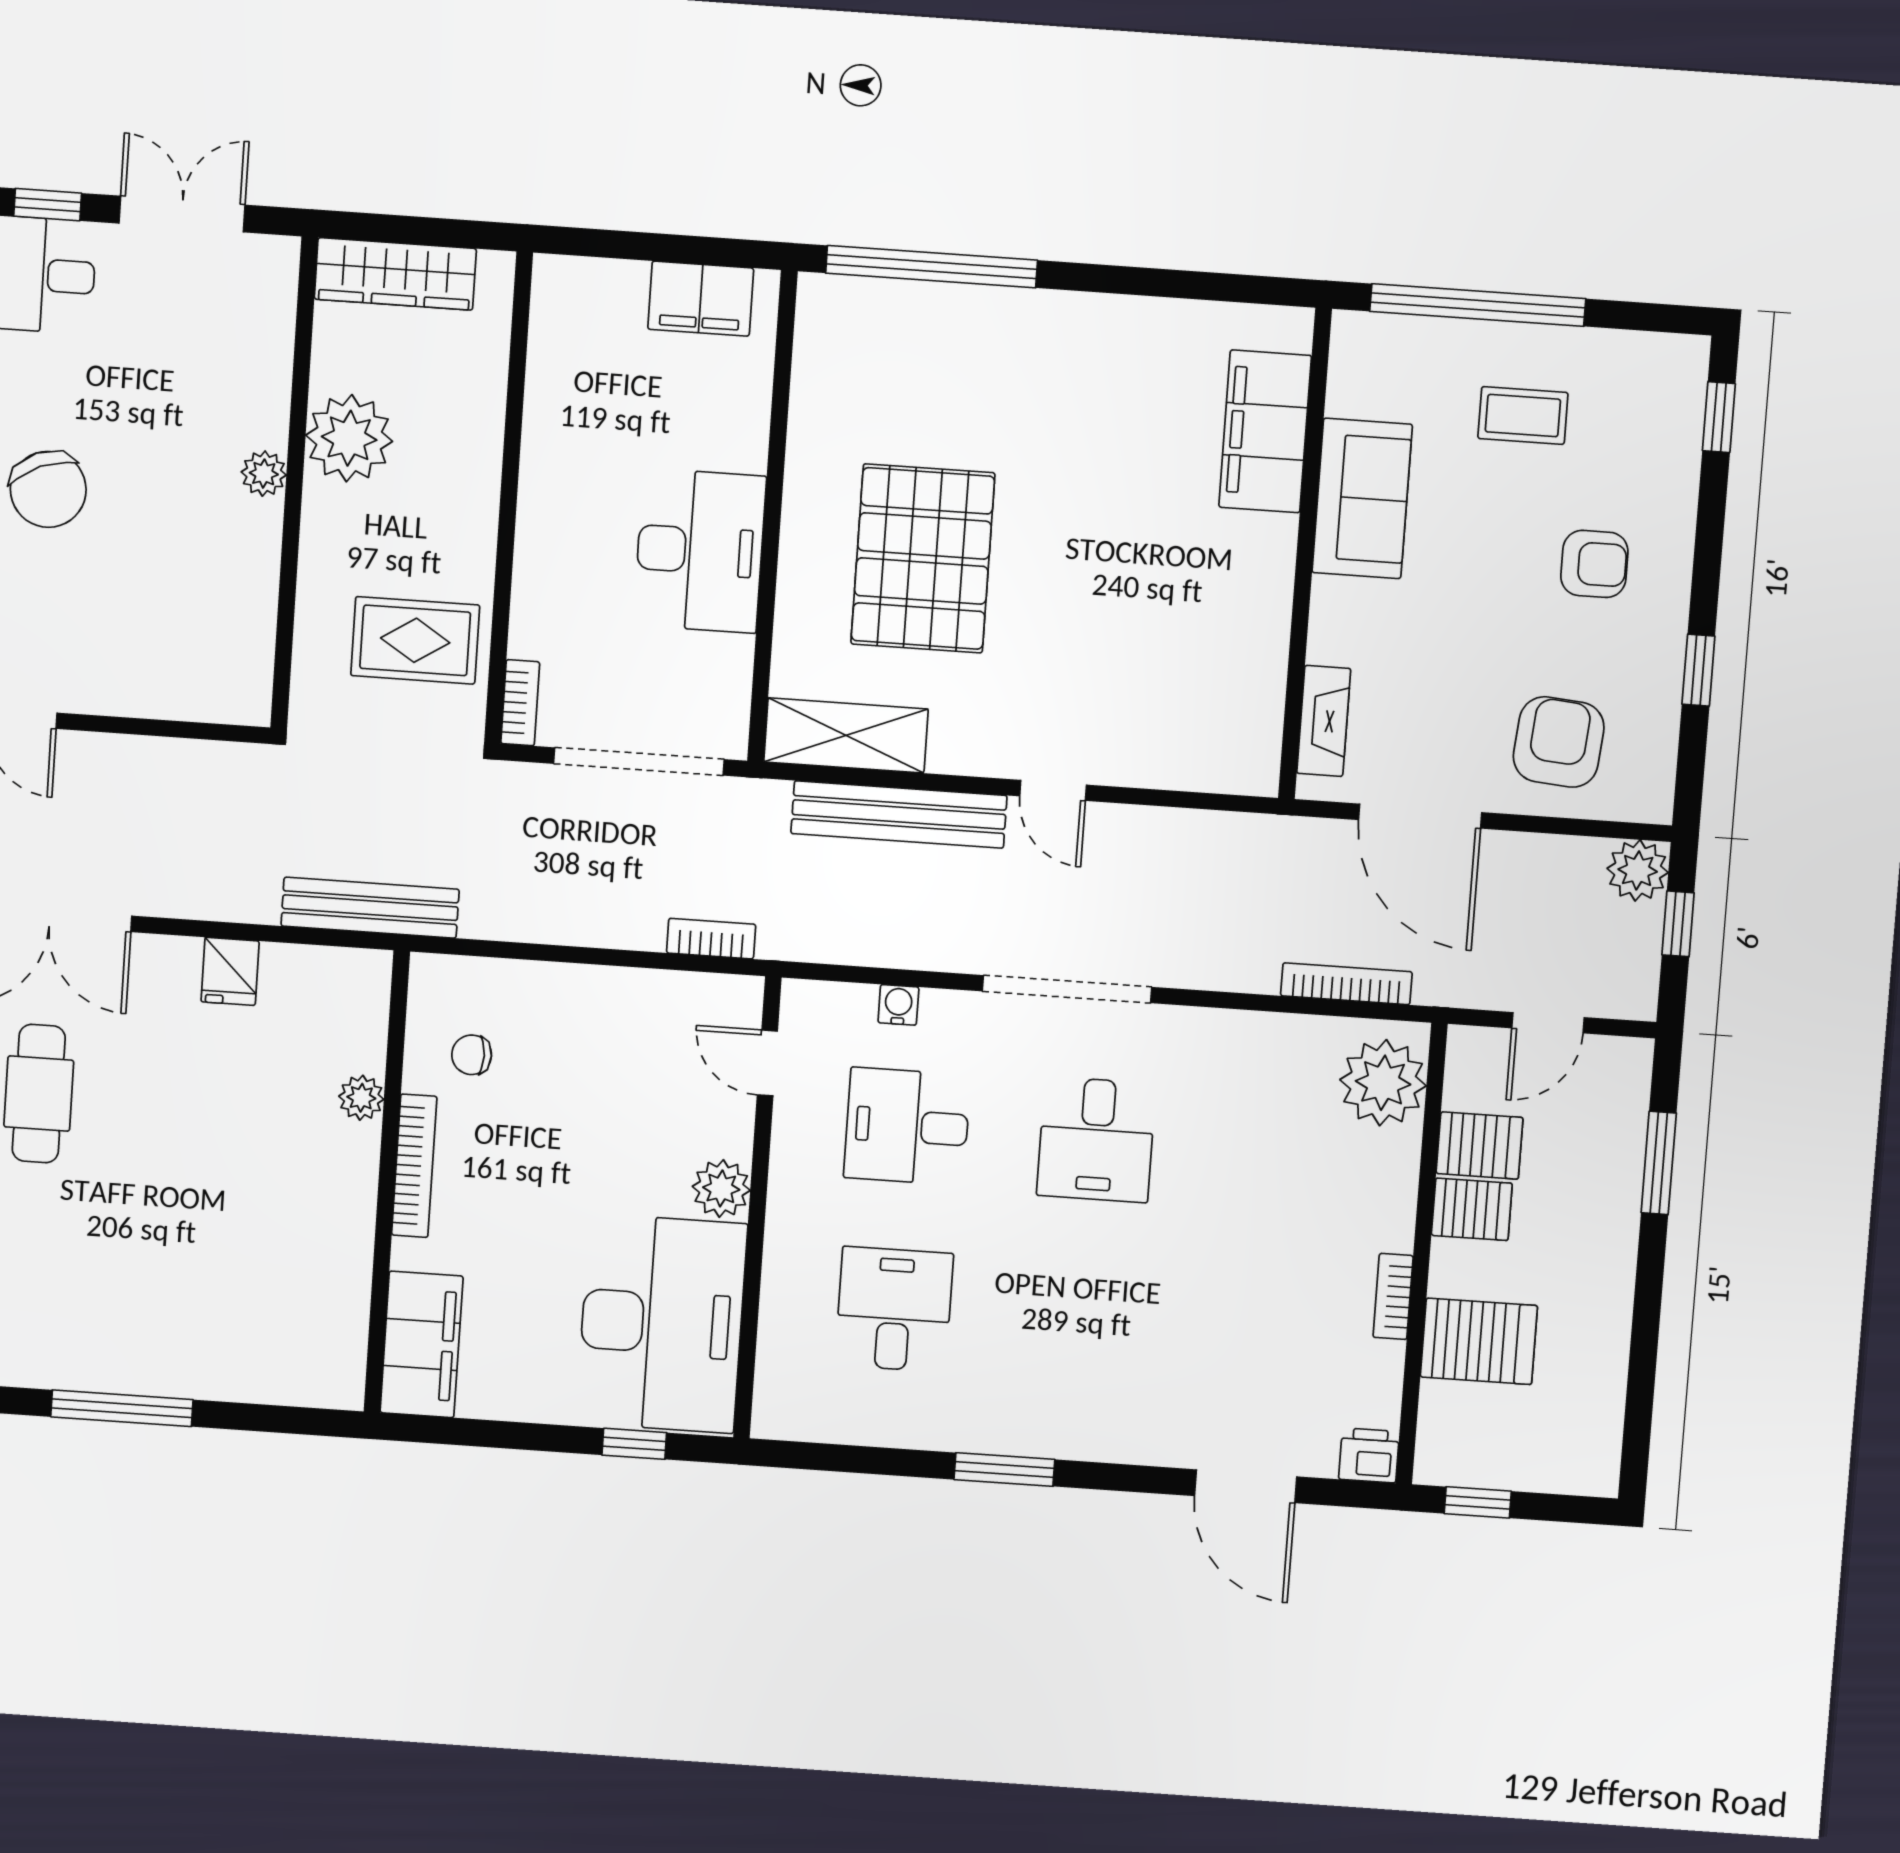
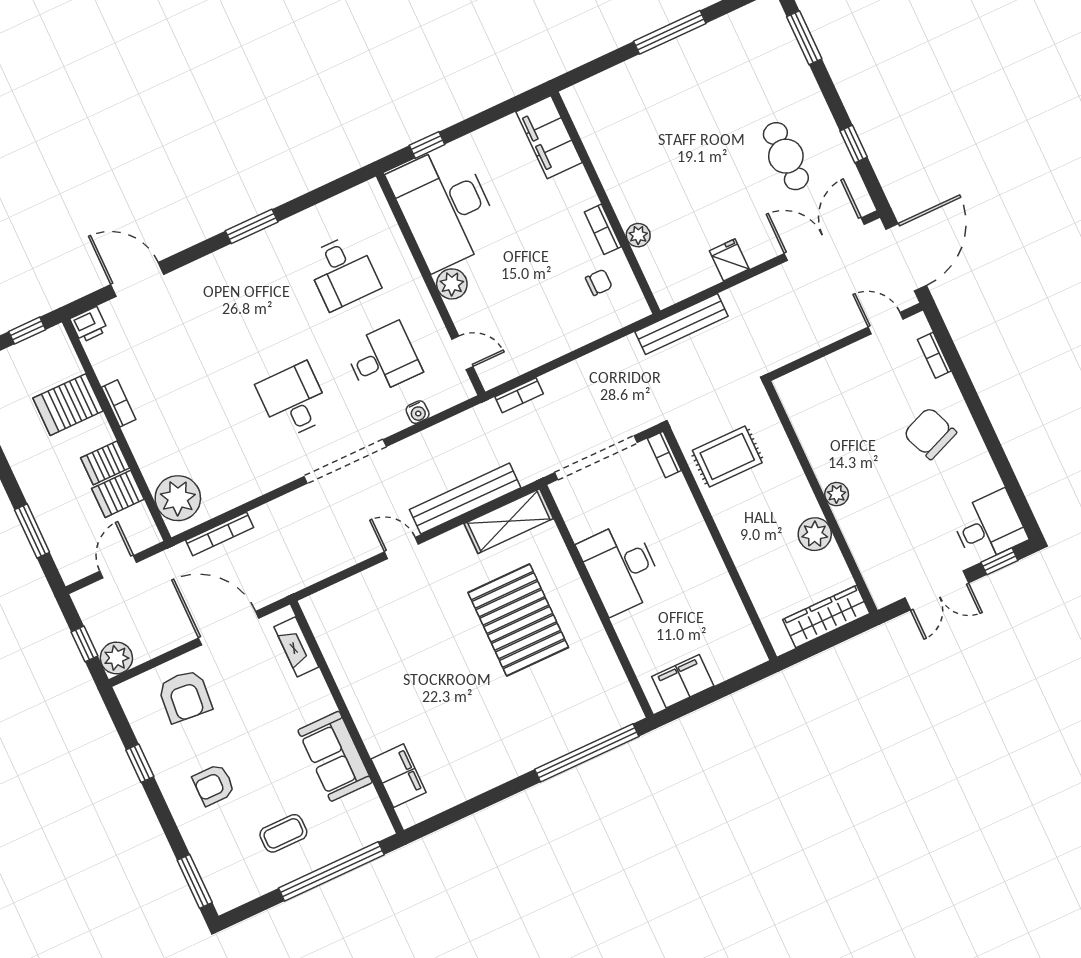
window: (1719, 417) -> (195, 881), width x1.50
filing cabinet: (1265, 431) -> (399, 776), width x0.67, depth x0.86
plant: (349, 438) -> (815, 534), width x0.73, depth x0.73
bookcase: (414, 1166) -> (603, 229), width x0.64

